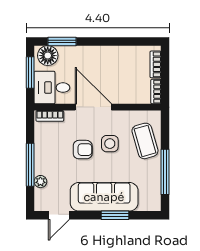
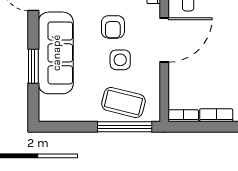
coffee table: (145, 141) -> (123, 102), turned 30
window: (165, 172) -> (125, 127), moved

